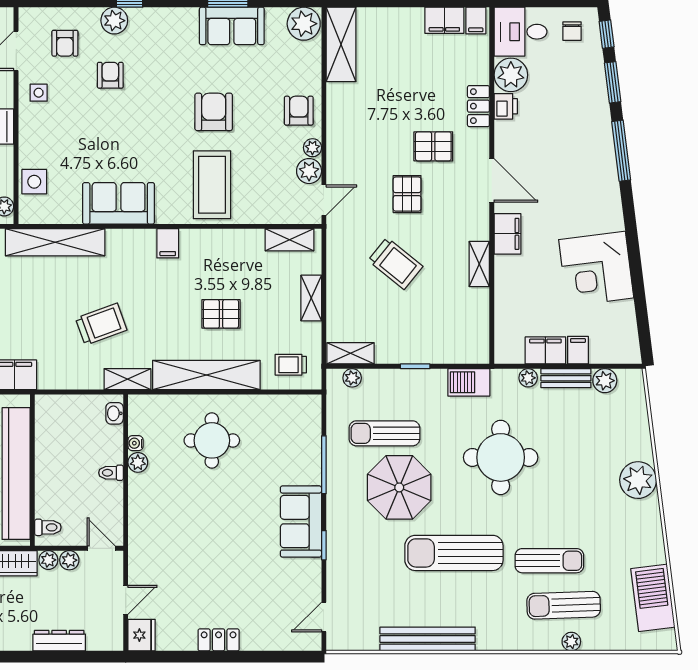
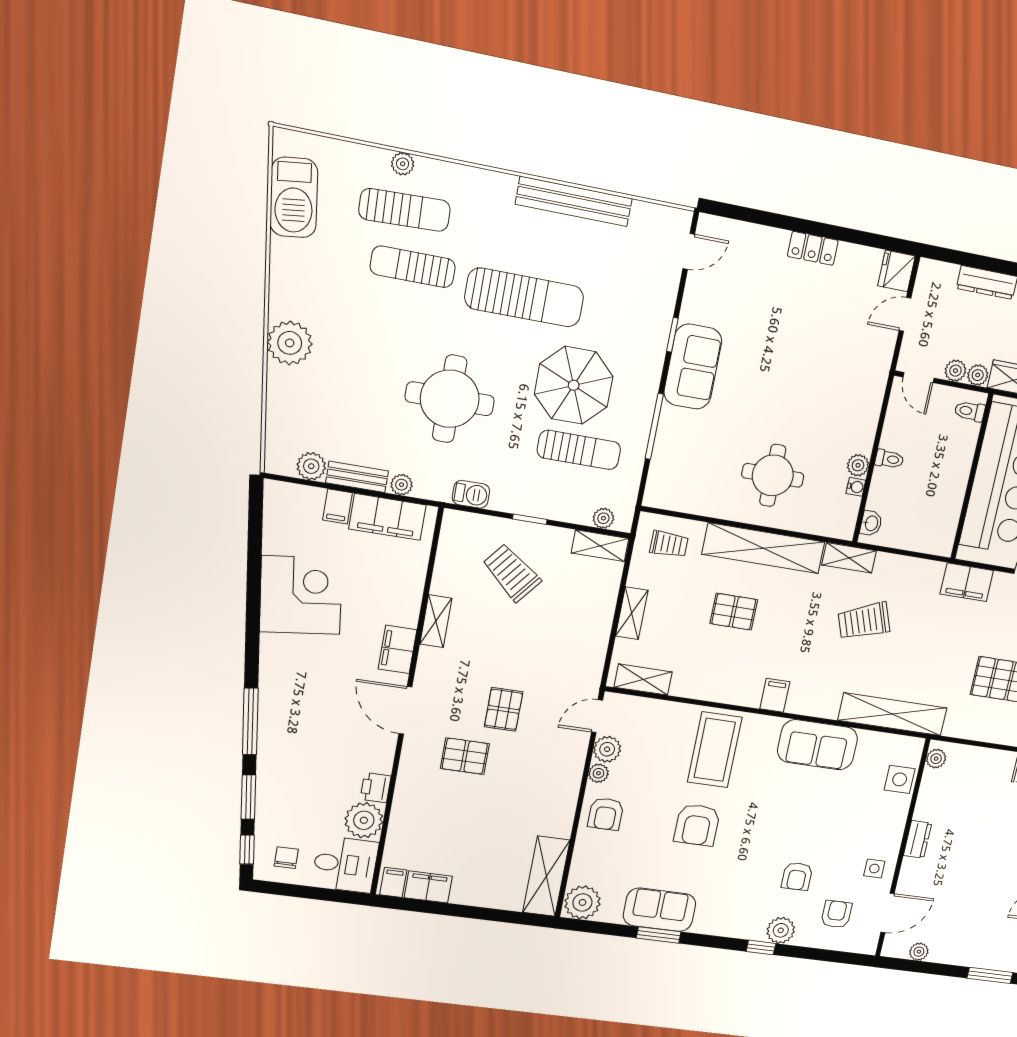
locker: (478, 106) -> (406, 792), removed
trolley: (395, 263) -> (512, 573), moved
filing cabinet: (545, 350) -> (387, 517), width x1.50, depth x1.17
barbecue: (469, 382) -> (471, 494), width x0.73, depth x0.79

